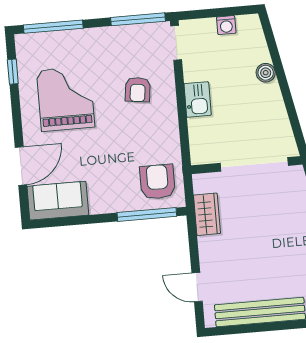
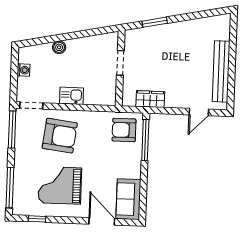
armchair: (138, 90) -> (60, 136), width x1.88, depth x1.88
doorway: (254, 164) -> (120, 63), width x0.53

